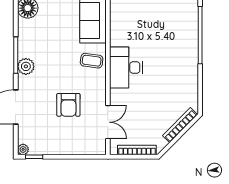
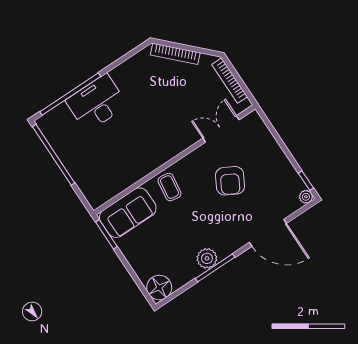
plant: (26, 66) -> (207, 258), moved
desk: (126, 68) -> (97, 103), moved, turned 180
armchair: (68, 105) -> (230, 181), turned 119

